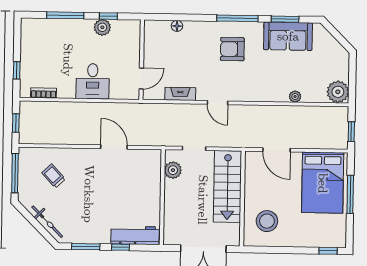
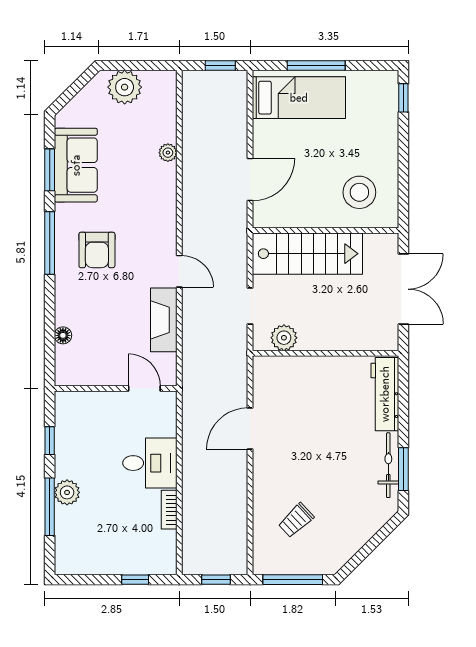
plant: (102, 27) -> (67, 492), moved
plant: (338, 92) -> (125, 87), moved
bookcase: (43, 93) -> (169, 510), moved
fireplace: (180, 94) -> (164, 320), width x1.37, depth x1.32
door: (217, 103) -> (179, 271), hinge flipped
bed: (323, 183) -> (299, 98), width x0.67
bicycle: (47, 222) -> (388, 465), moved, turned -45
window: (121, 247) -> (403, 416), removed

